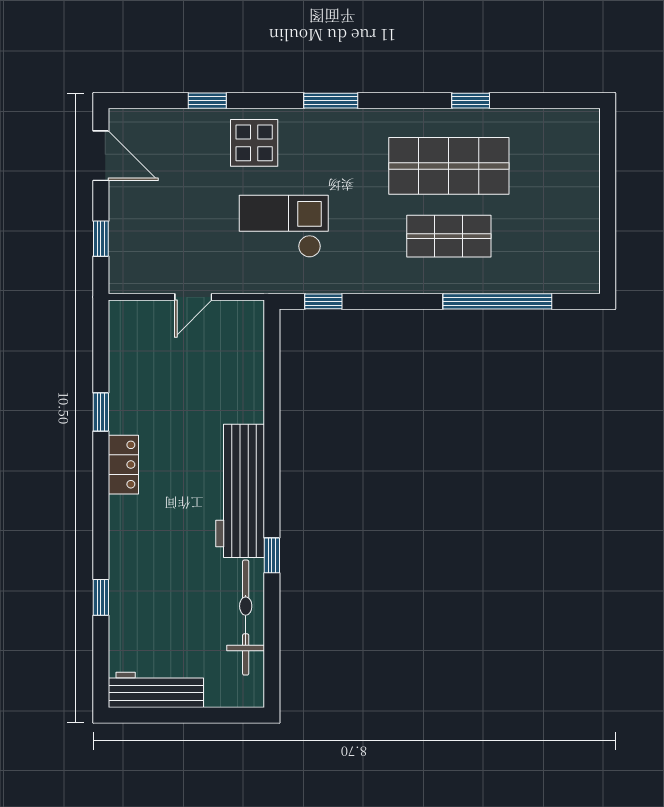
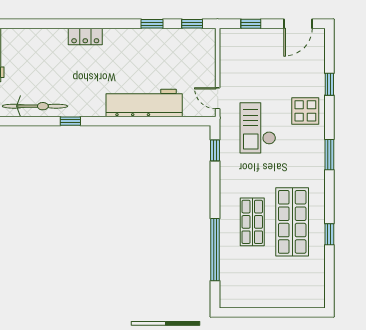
checkout: (284, 226) -> (258, 128), turned 180
door: (193, 297) -> (218, 98), moved
locker: (123, 465) -> (85, 37), moved
workbench: (240, 491) -> (144, 103), moved
window: (101, 597) -> (192, 24), moved

